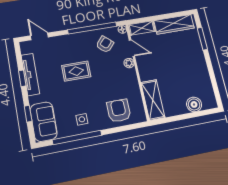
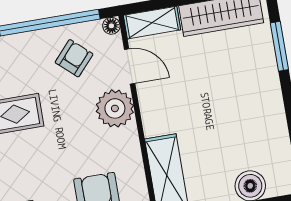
plant: (129, 63) -> (115, 108), width x1.88, depth x1.88

